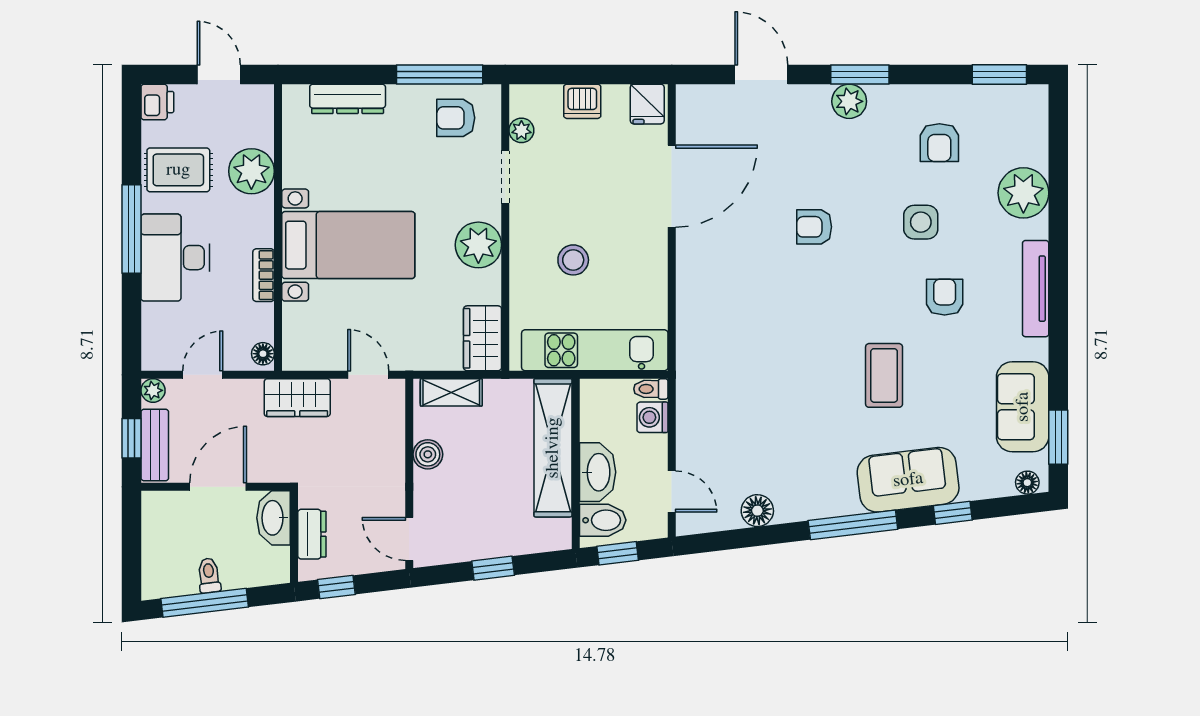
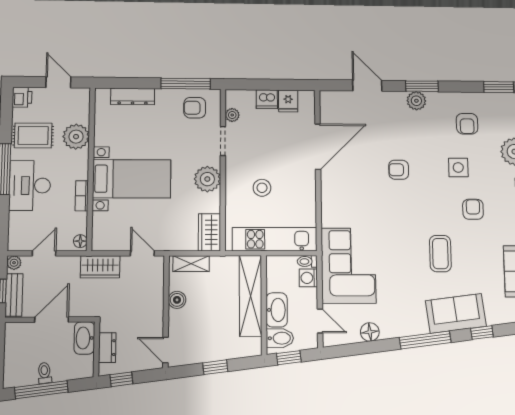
fridge: (647, 104) -> (288, 101), moved
corner sofa: (722, 396) -> (348, 266), added

